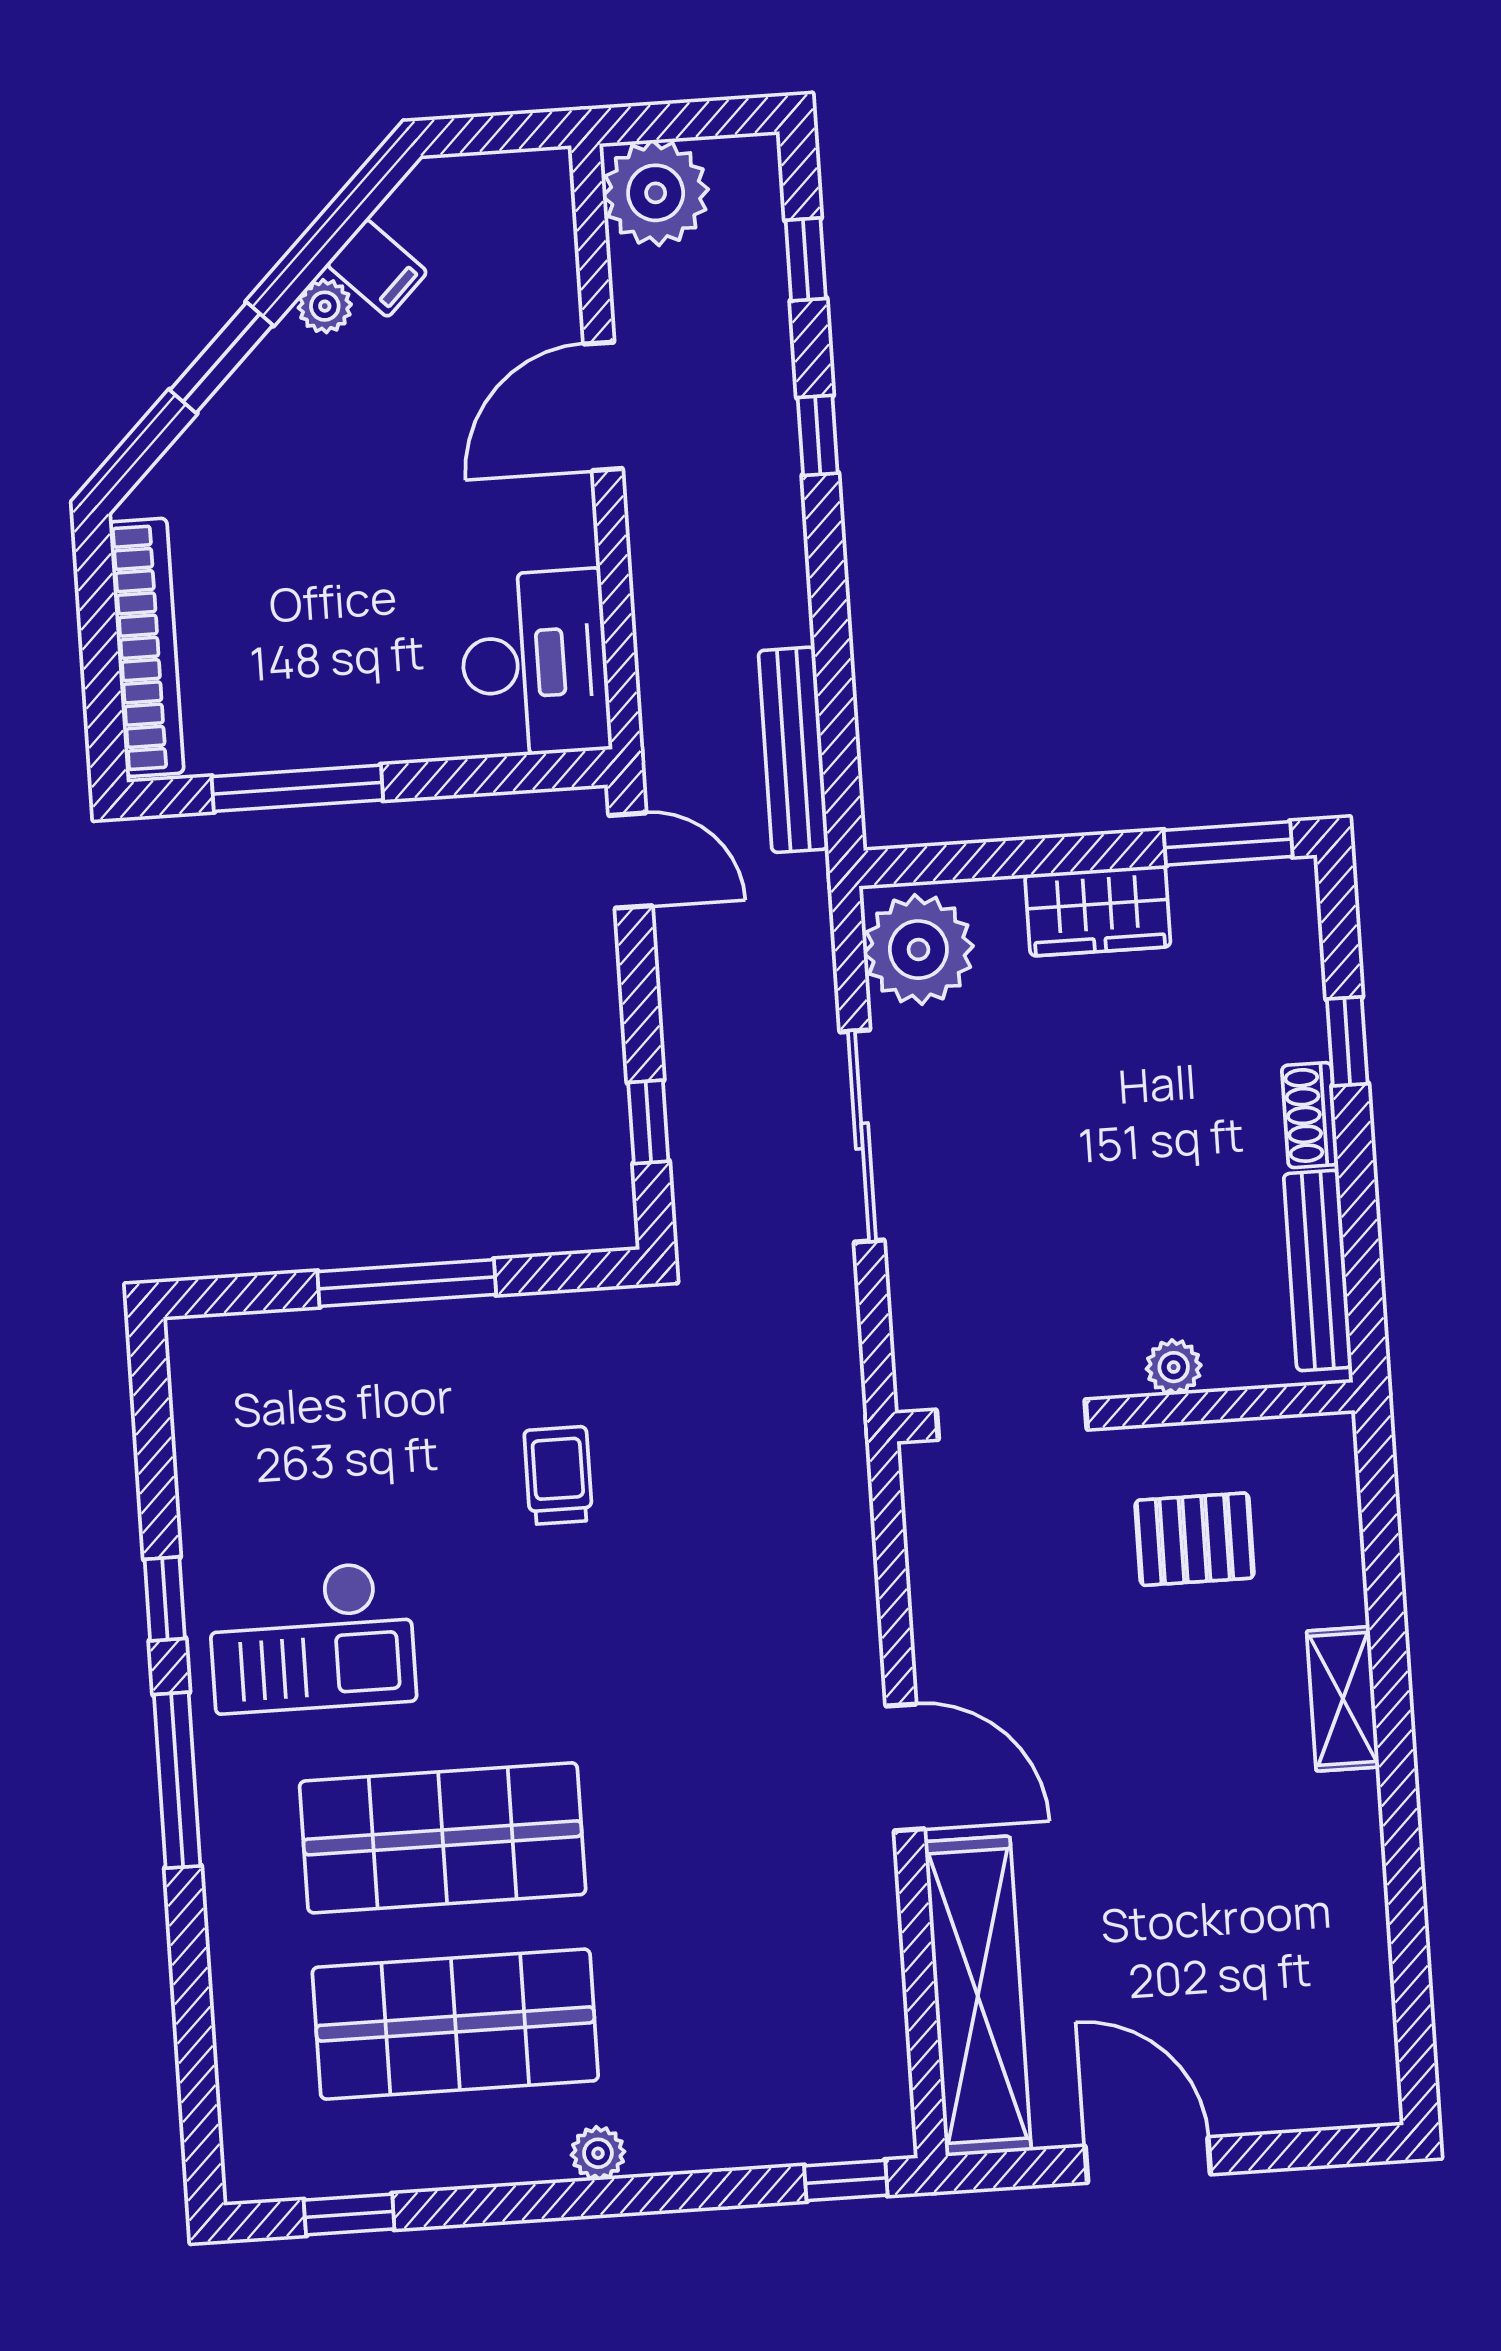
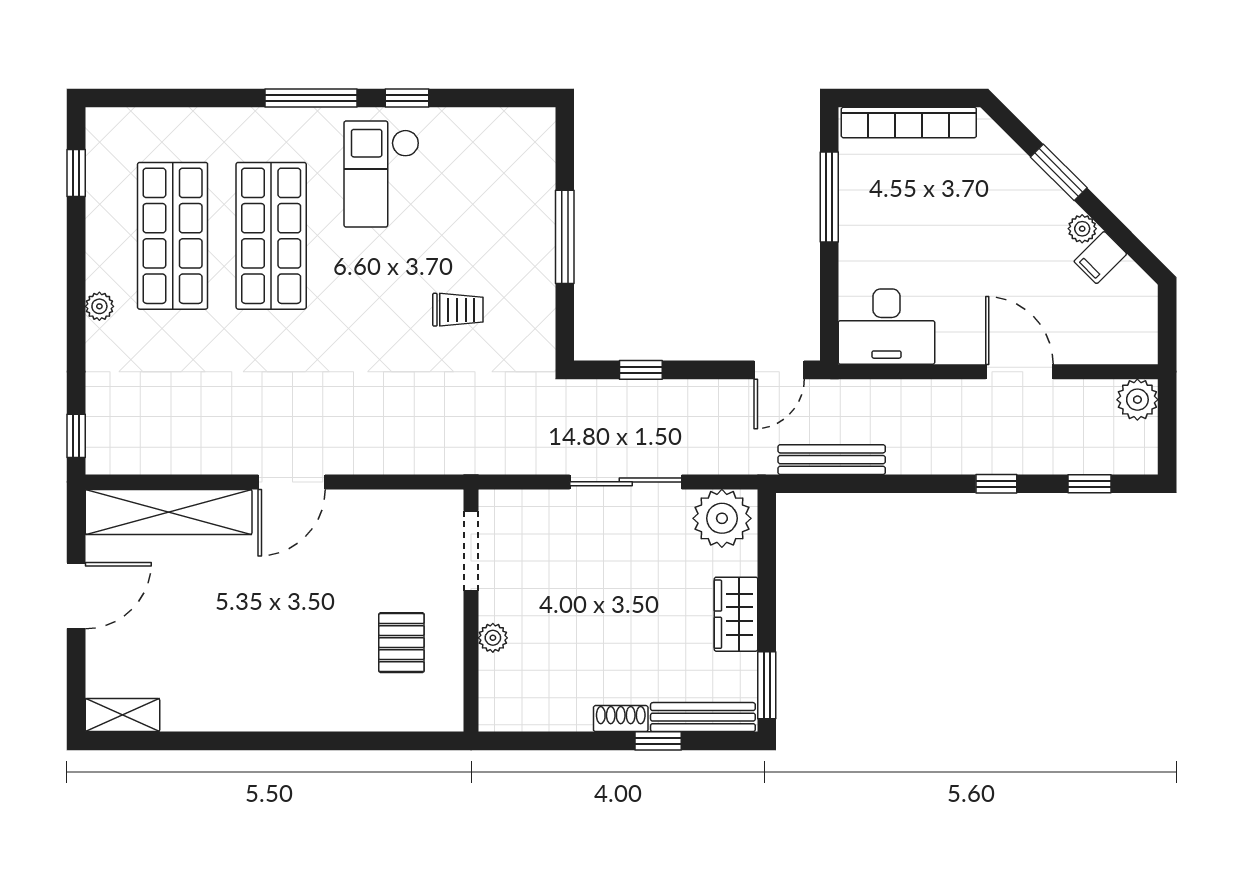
plant: (656, 193) -> (1137, 400), width x0.73, depth x0.73
bench: (1318, 1271) -> (703, 717), moved
shelving: (1343, 1699) -> (122, 715), moved

